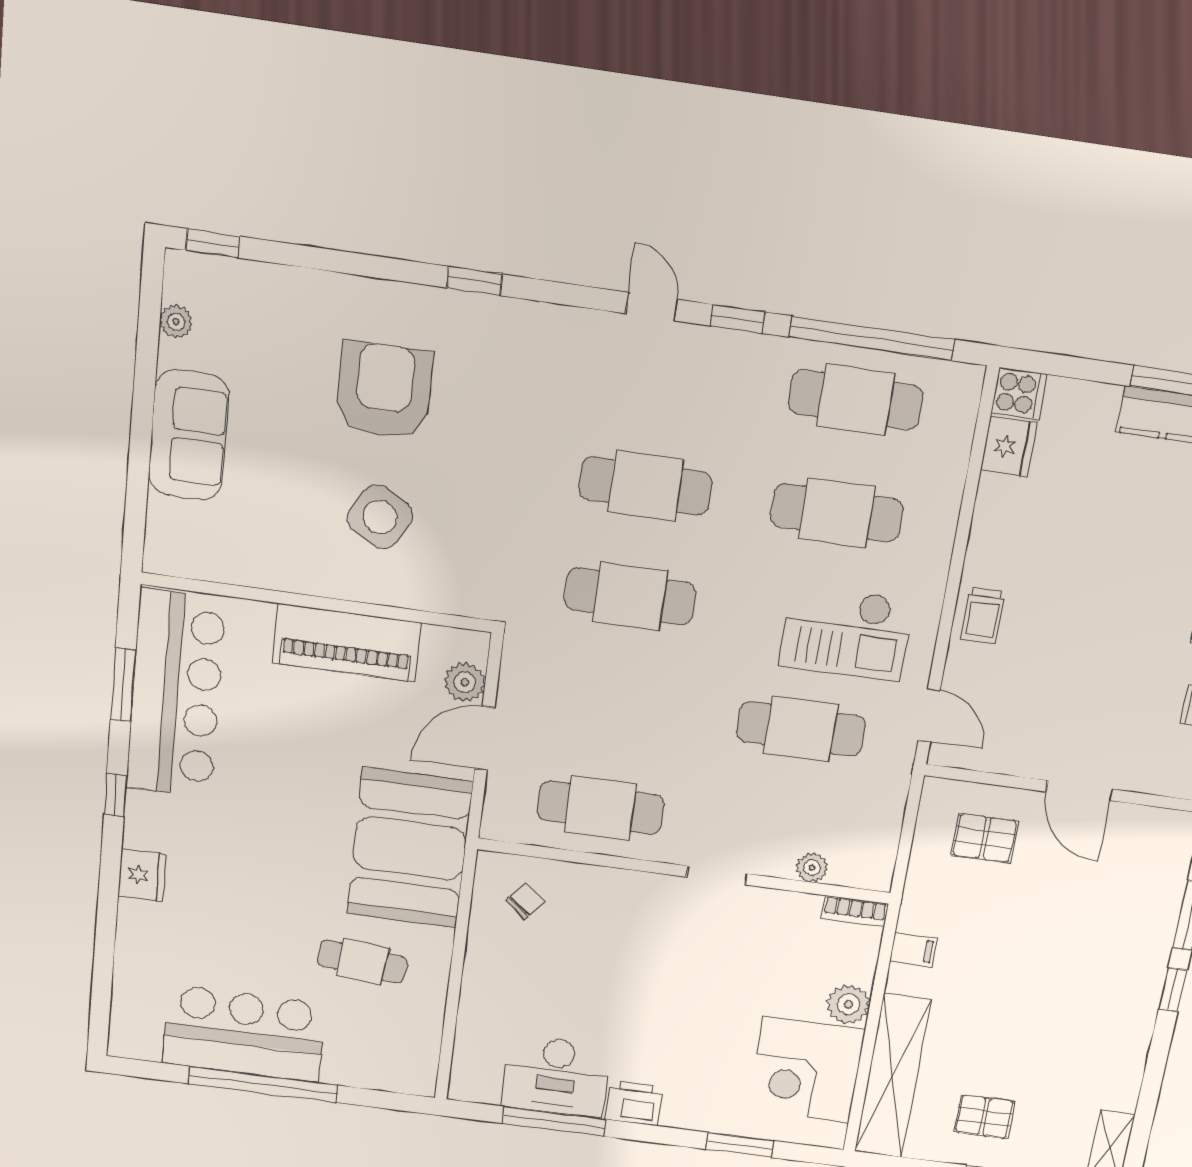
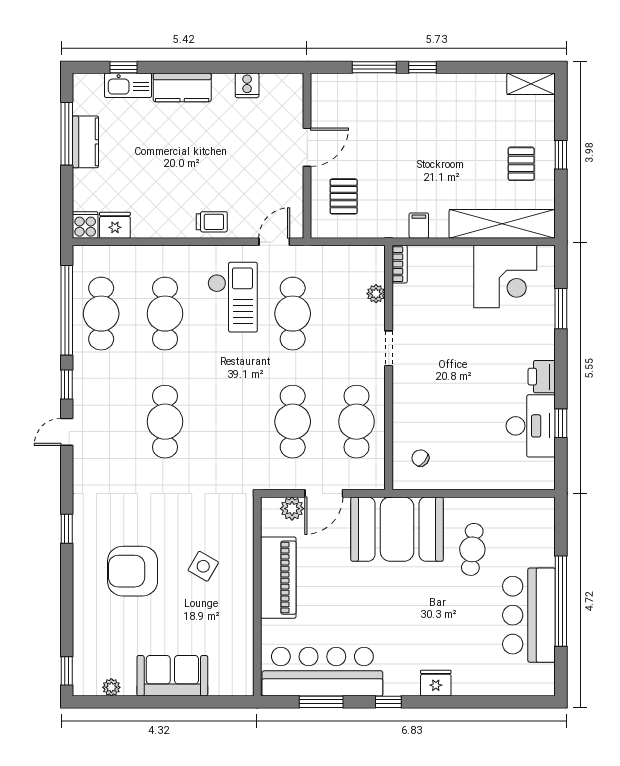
side table: (380, 517) -> (203, 566), width x0.73, depth x0.73
cafe table: (630, 596) -> (293, 422), moved
door: (485, 738) -> (324, 493), hinge flipped
plant: (848, 1004) -> (459, 258), removed
window: (554, 1121) -> (561, 423), width x0.46

